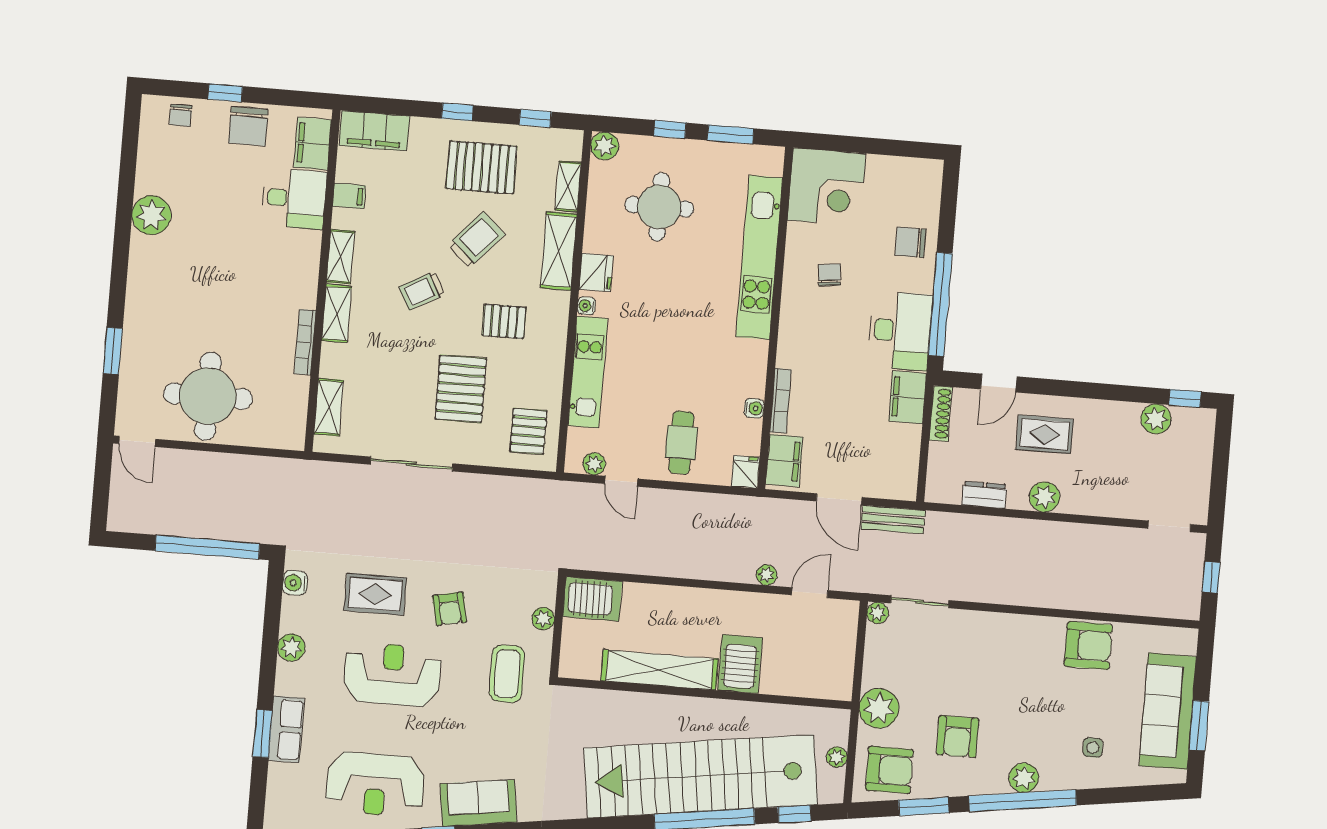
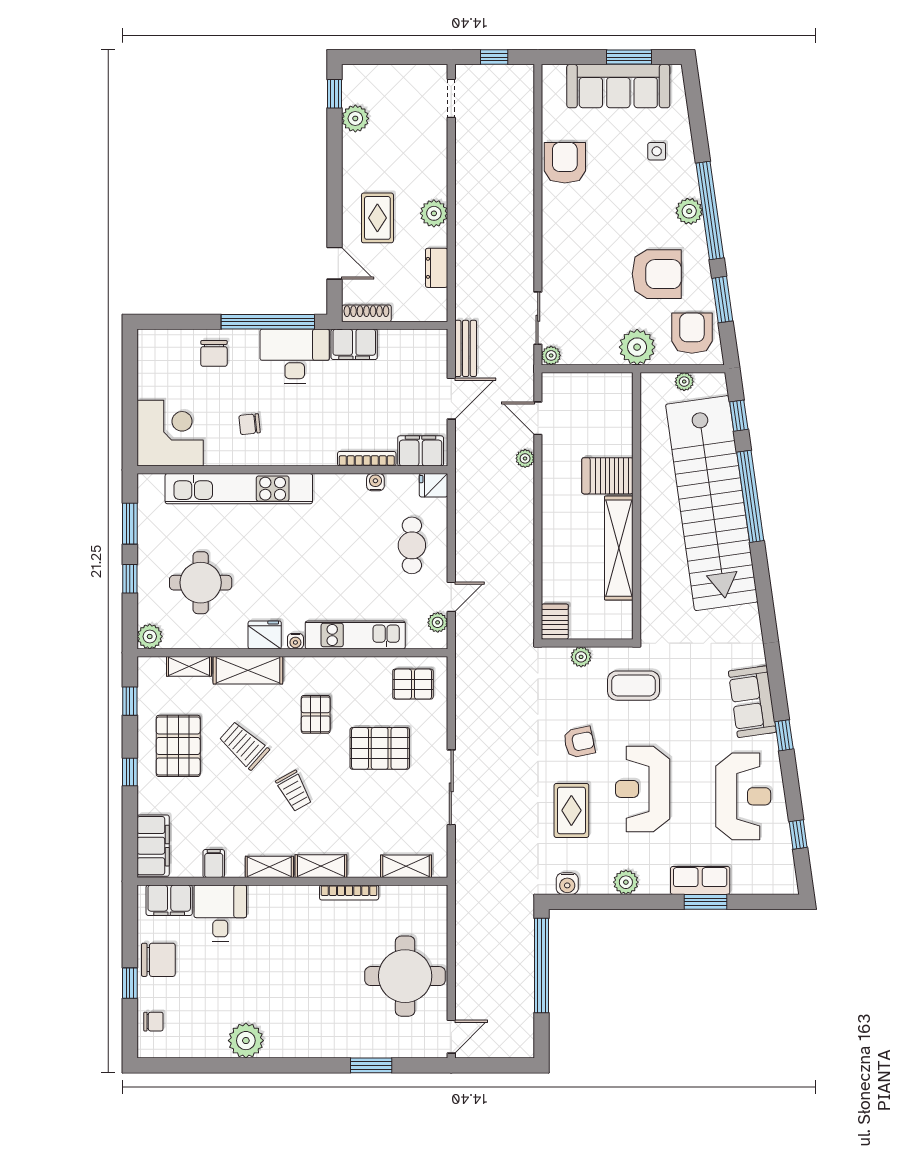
cafe table: (681, 443) -> (412, 545), turned 90
server rack: (592, 599) -> (555, 622), width x0.73, depth x0.70
armchair: (958, 737) -> (657, 274), width x1.36, depth x1.36

